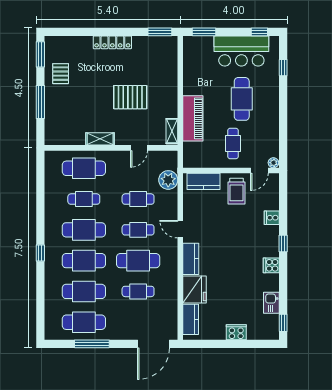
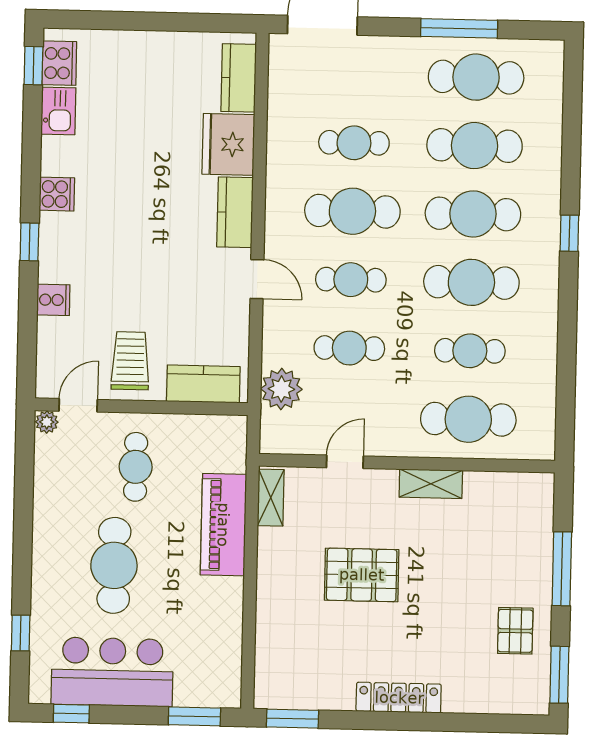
cooker: (236, 332) -> (59, 63), moved, turned -90

